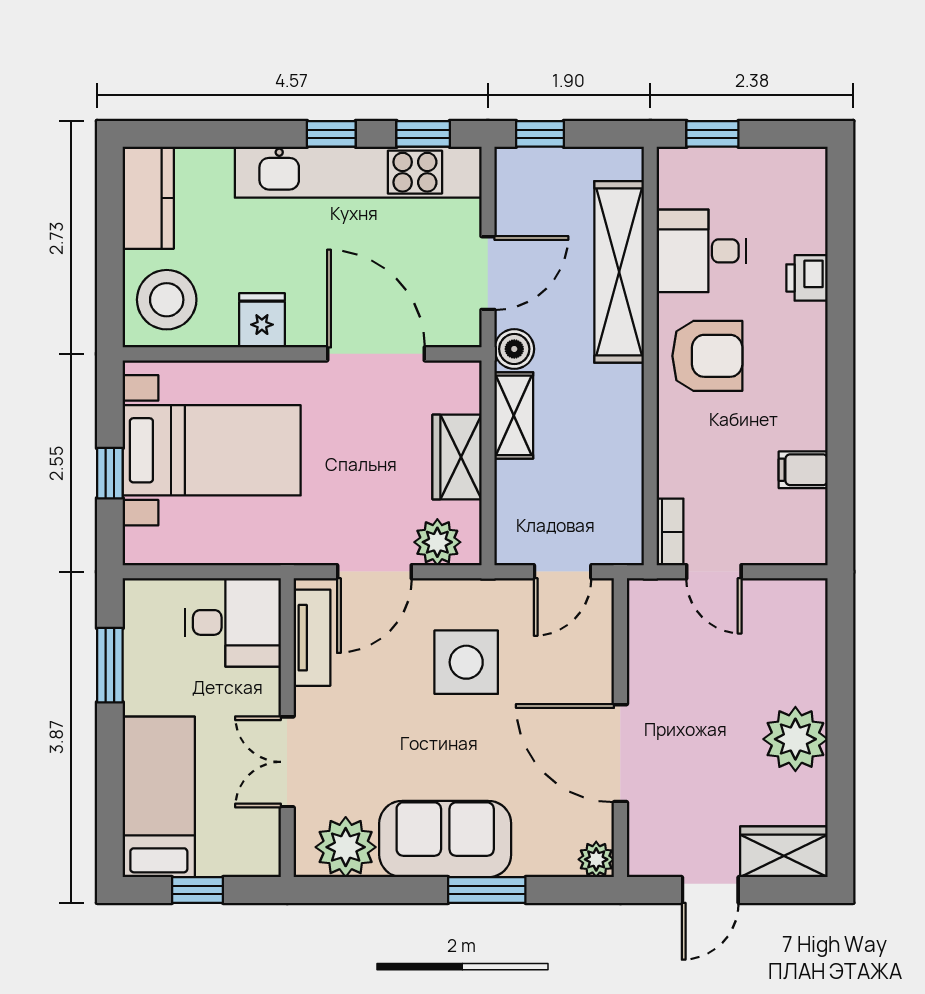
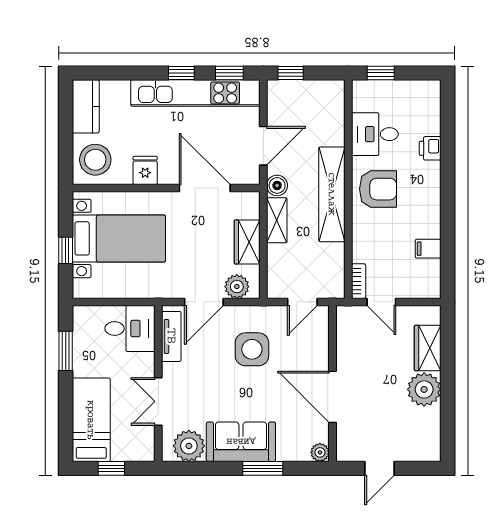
shelving: (619, 272) -> (332, 194), moved
wardrobe: (784, 852) -> (428, 348), moved, turned -90

